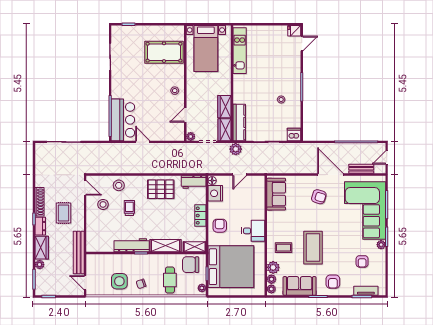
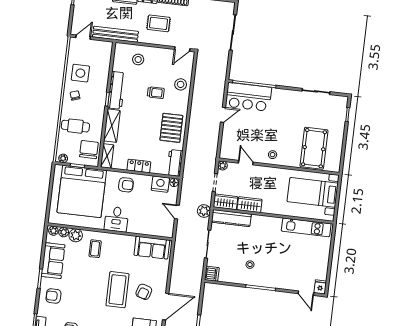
stool: (103, 204) -> (138, 59), moved
coffee table: (313, 248) -> (117, 290), moved, turned 90

